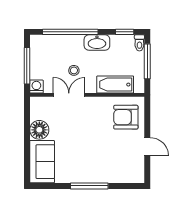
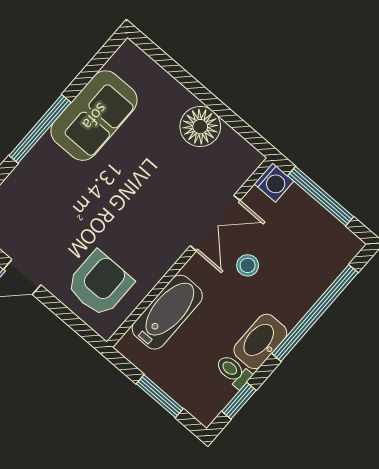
toilet: (139, 43) -> (233, 371), moved
window: (147, 61) -> (160, 396), width x0.69
sofa: (42, 162) -> (94, 116), moved, turned -90

